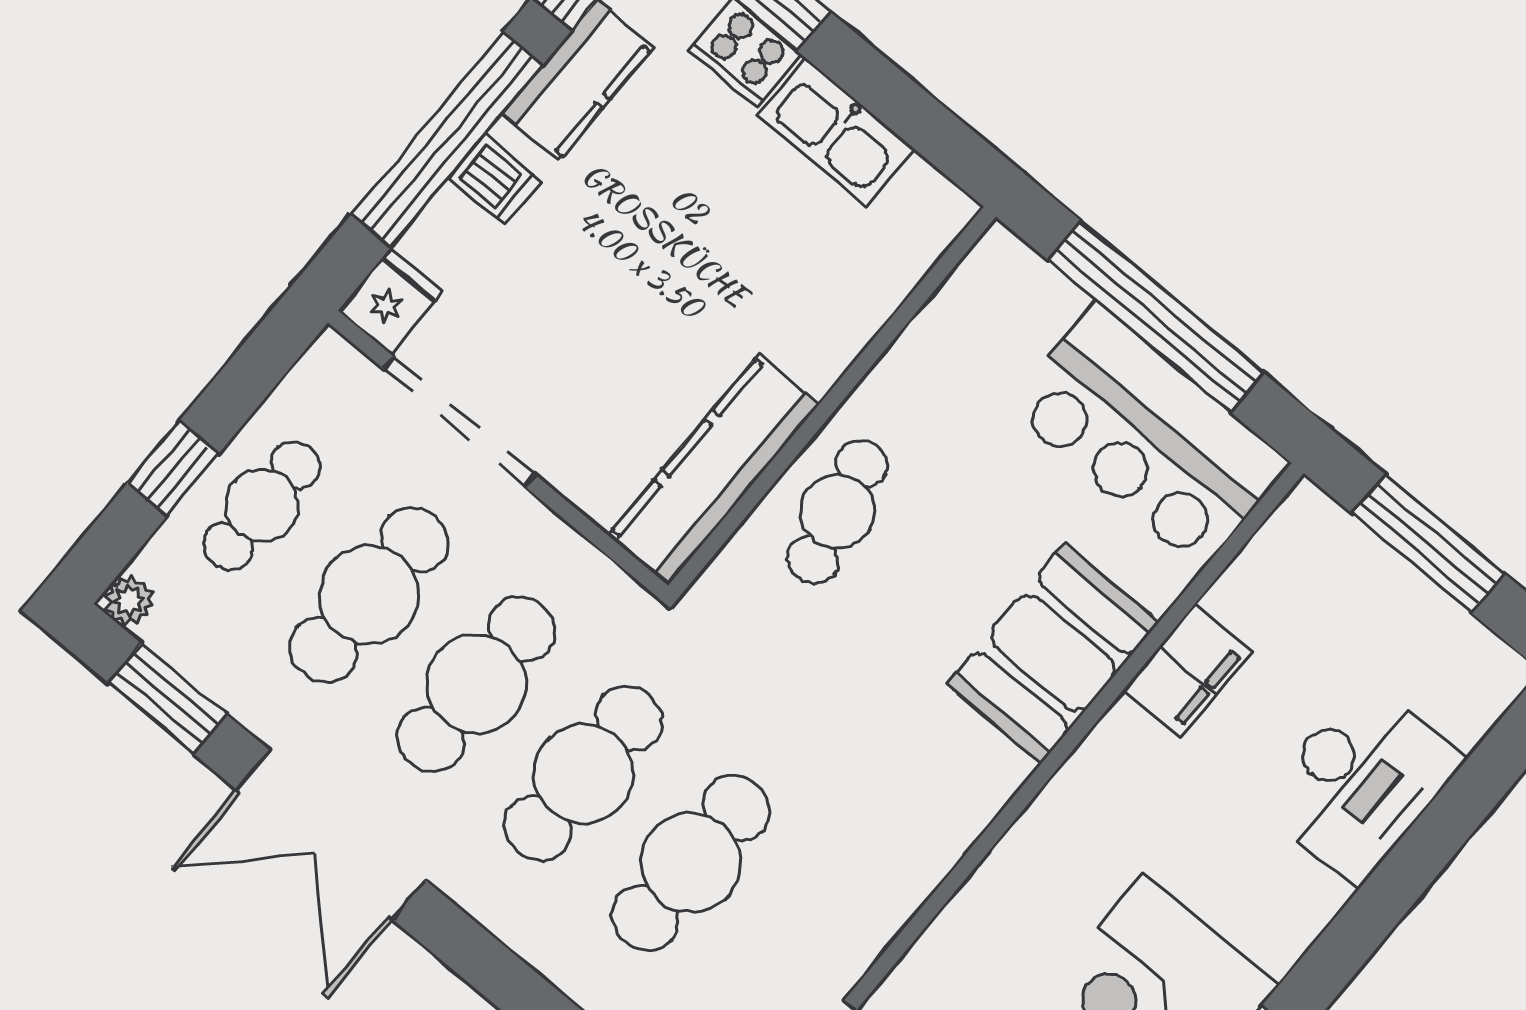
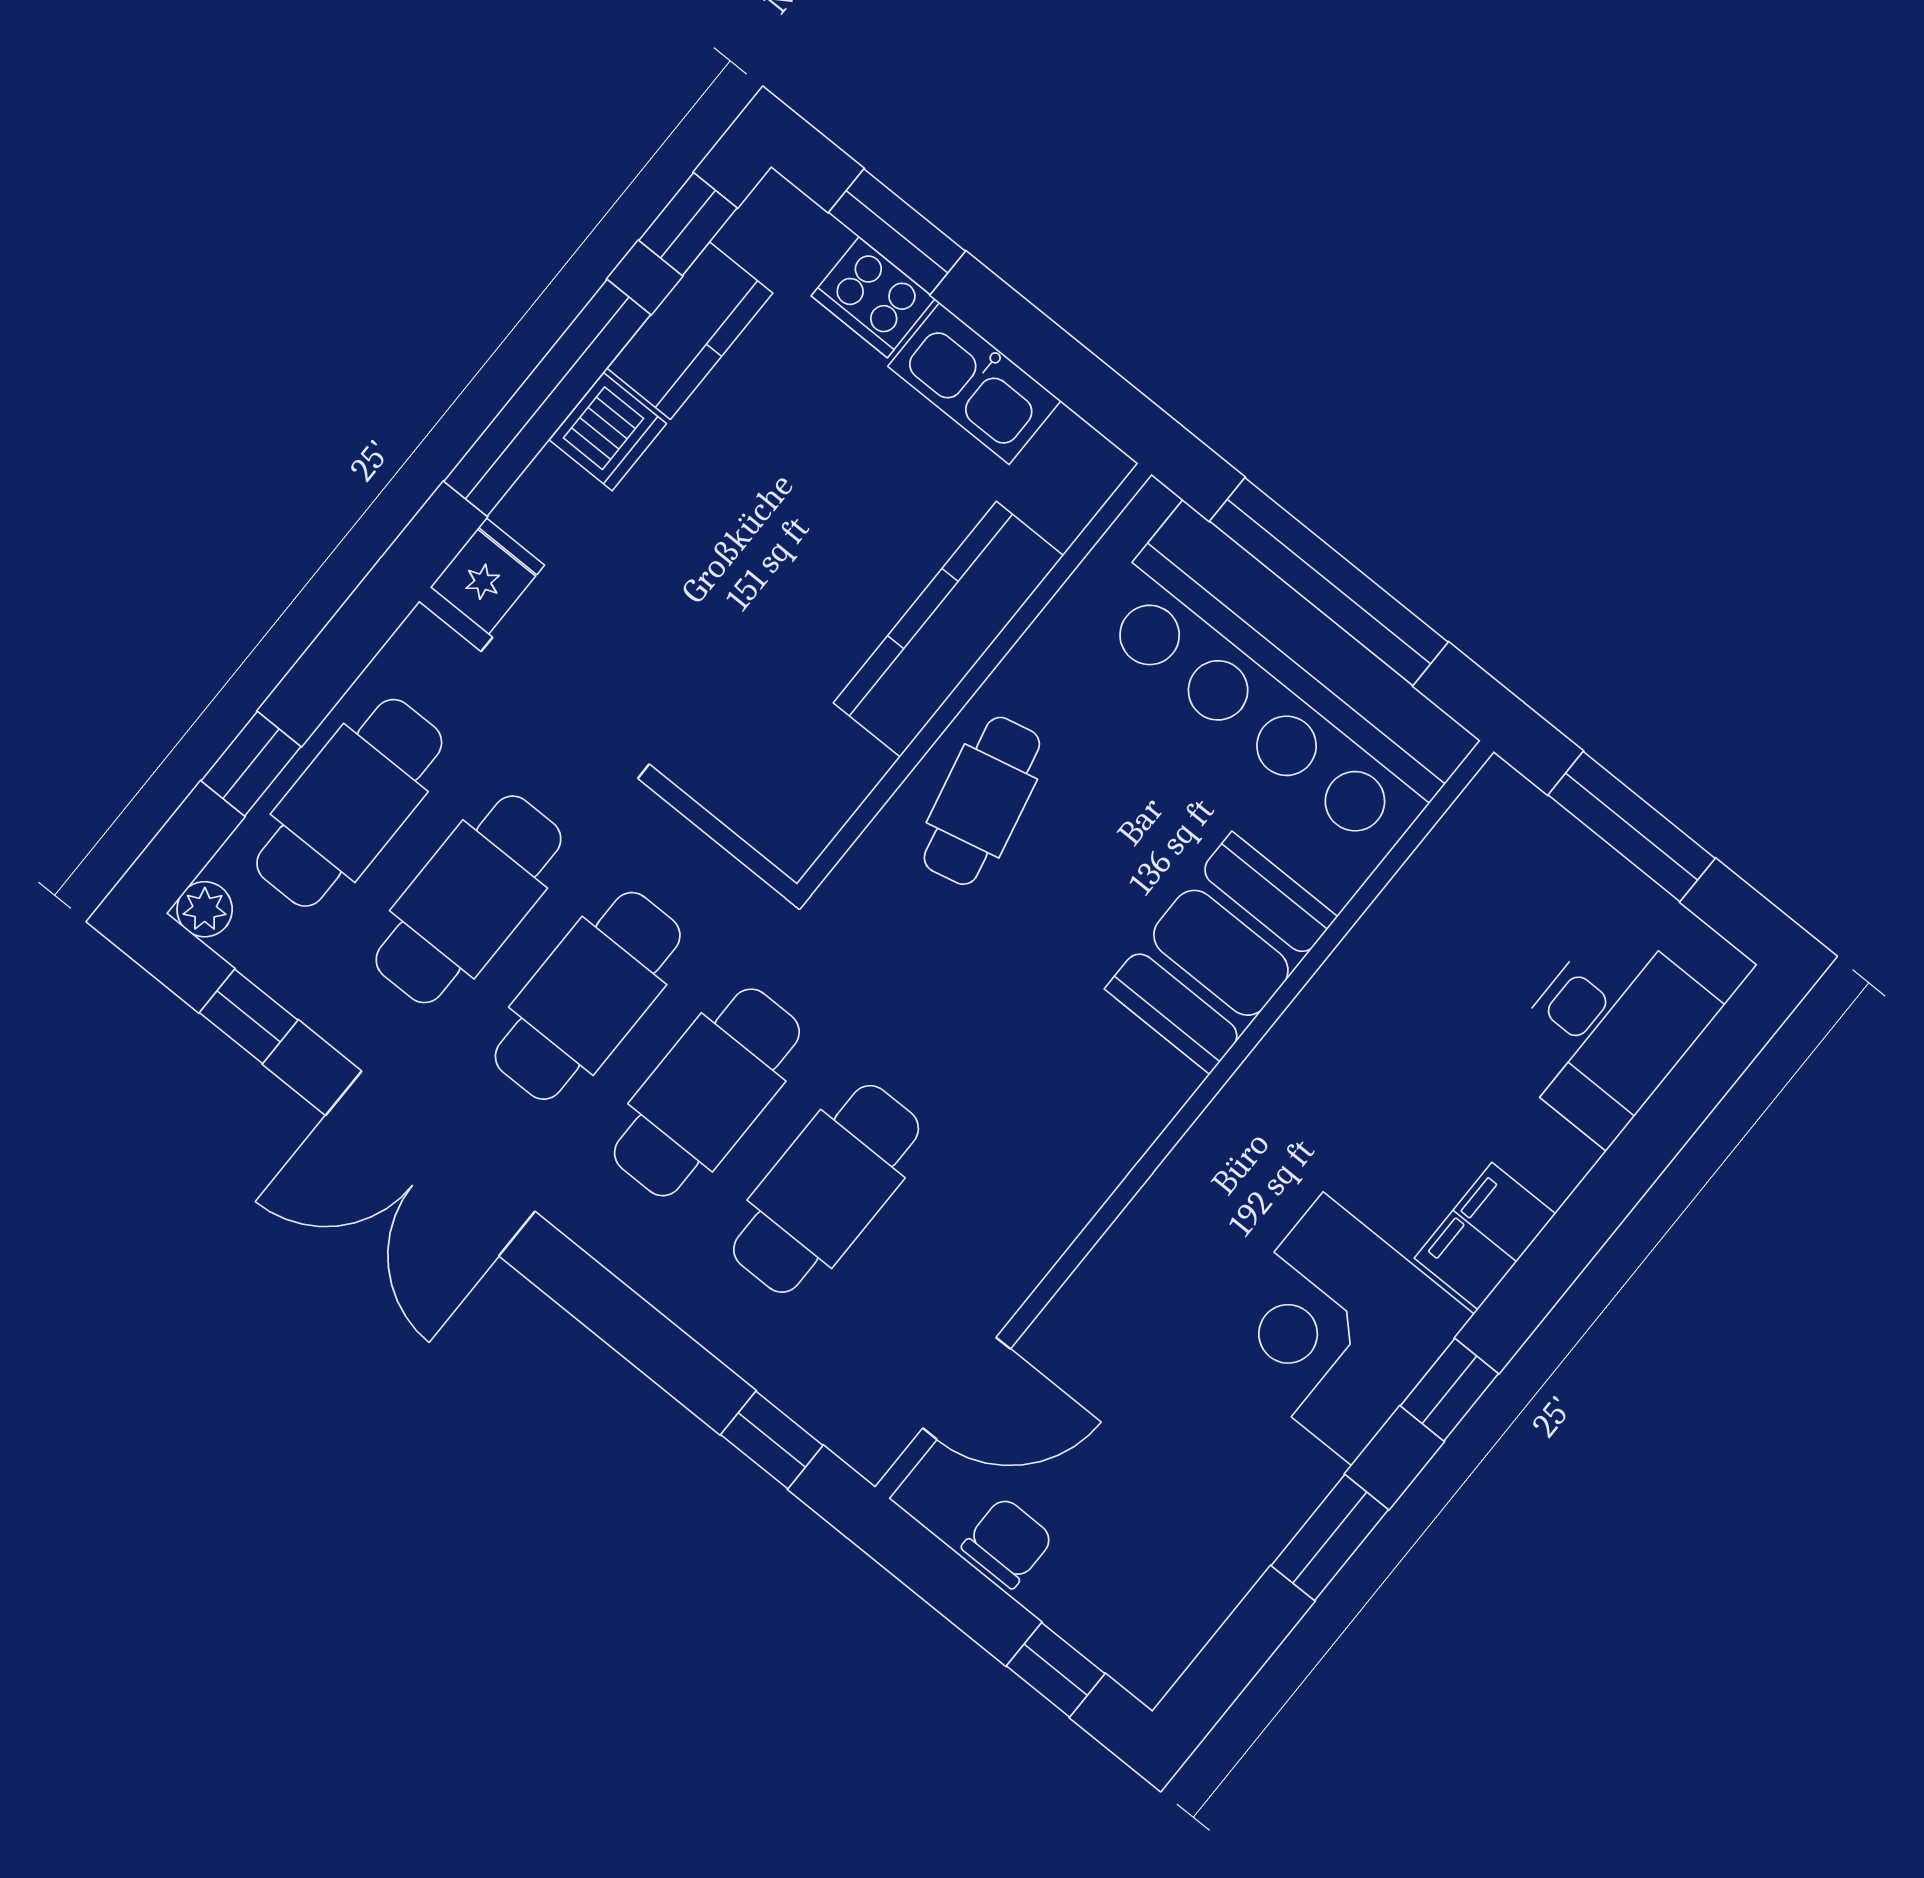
dishwasher: (495, 180) -> (608, 432), width x1.38
bar counter: (1148, 436) -> (1283, 680), width x1.36
kitchen counter: (713, 470) -> (948, 629), moved
cafe table: (262, 506) -> (349, 803), width x1.37, depth x1.35
filing cabinet: (1187, 671) -> (1485, 1236), moved, turned 180
window: (167, 699) -> (249, 1016), width x0.67
desk: (1361, 782) -> (1608, 1031), moved

